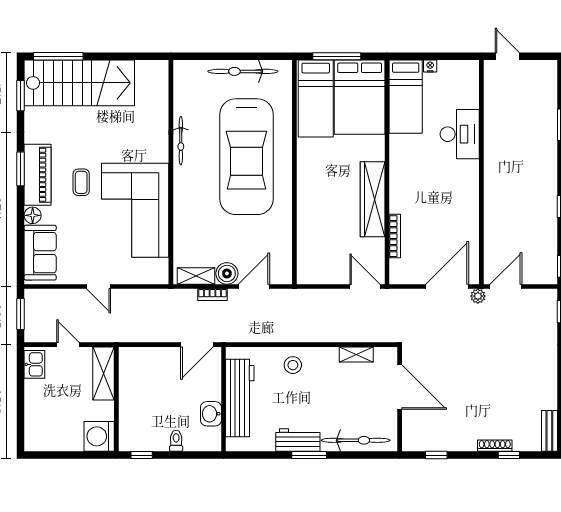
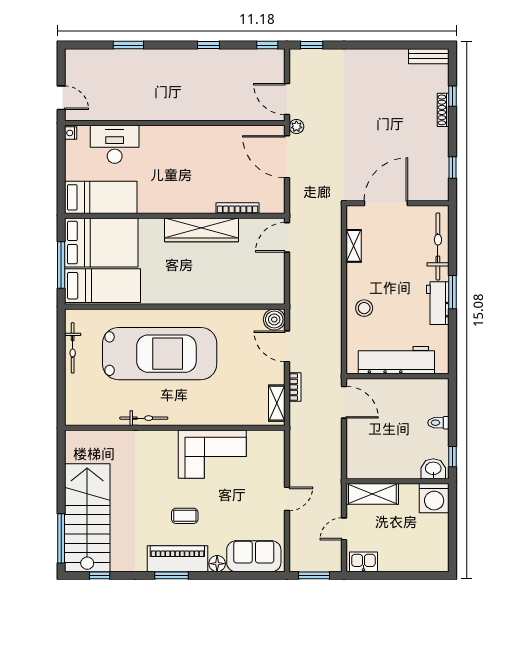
door: (507, 56) -> (61, 98), swing flipped
nightstand: (430, 66) -> (71, 133), moved
bicycle: (243, 71) -> (73, 348), width x0.73, depth x0.71
window: (21, 96) -> (100, 575), width x0.67
desk: (460, 134) -> (115, 144), moved
corner sofa: (135, 210) -> (212, 454), width x0.73, depth x0.74
boiler: (227, 273) -> (274, 319), moved
washbasin: (211, 414) -> (433, 469), moved, turned 180

